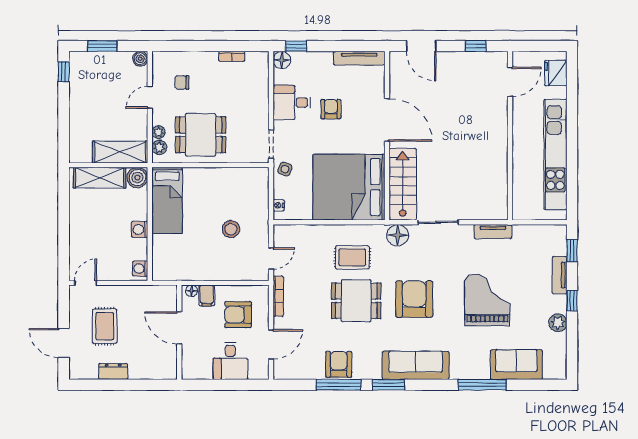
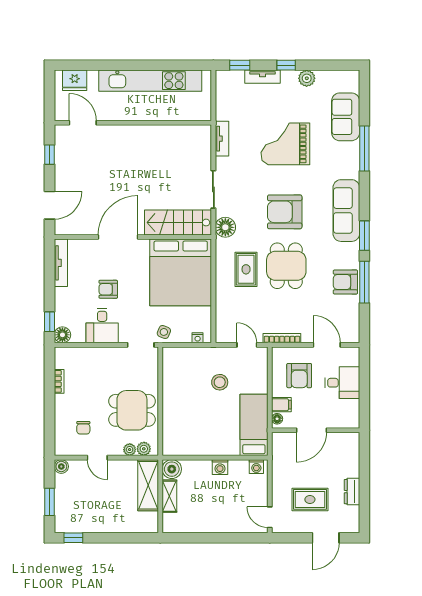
dining table: (201, 135) -> (132, 410), turned 90
shelving: (100, 178) -> (169, 496), width x0.67, depth x0.75
bed: (167, 200) -> (254, 425), moved, turned -90

